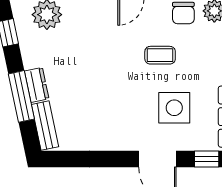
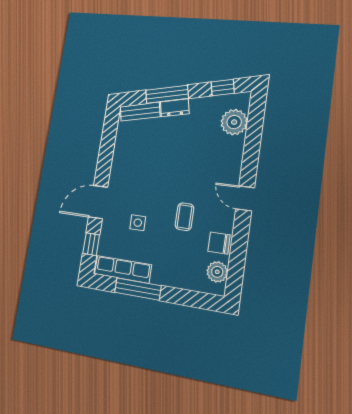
side table: (174, 108) -> (138, 223), width x0.54, depth x0.54

